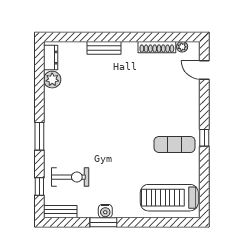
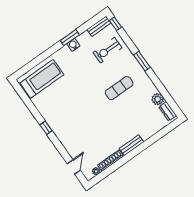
bench: (104, 48) -> (131, 145), moved
door: (204, 70) -> (74, 167), hinge flipped
exercise mat: (175, 144) -> (119, 88), moved
window: (39, 186) -> (115, 24), moved

